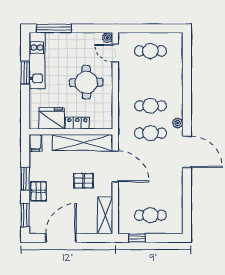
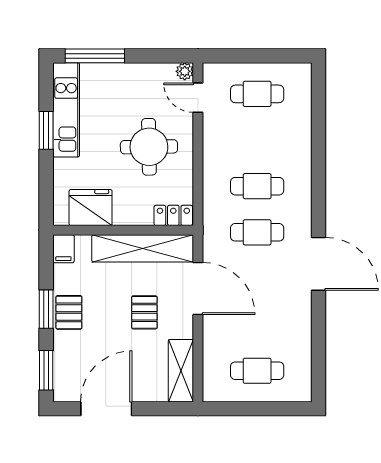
locker: (77, 123) -> (173, 215), moved
plant: (178, 123) -> (303, 215), removed
pallet: (84, 181) -> (144, 312), turned 90
pallet: (39, 191) -> (69, 312), moved
window: (137, 238) -> (234, 409), removed

